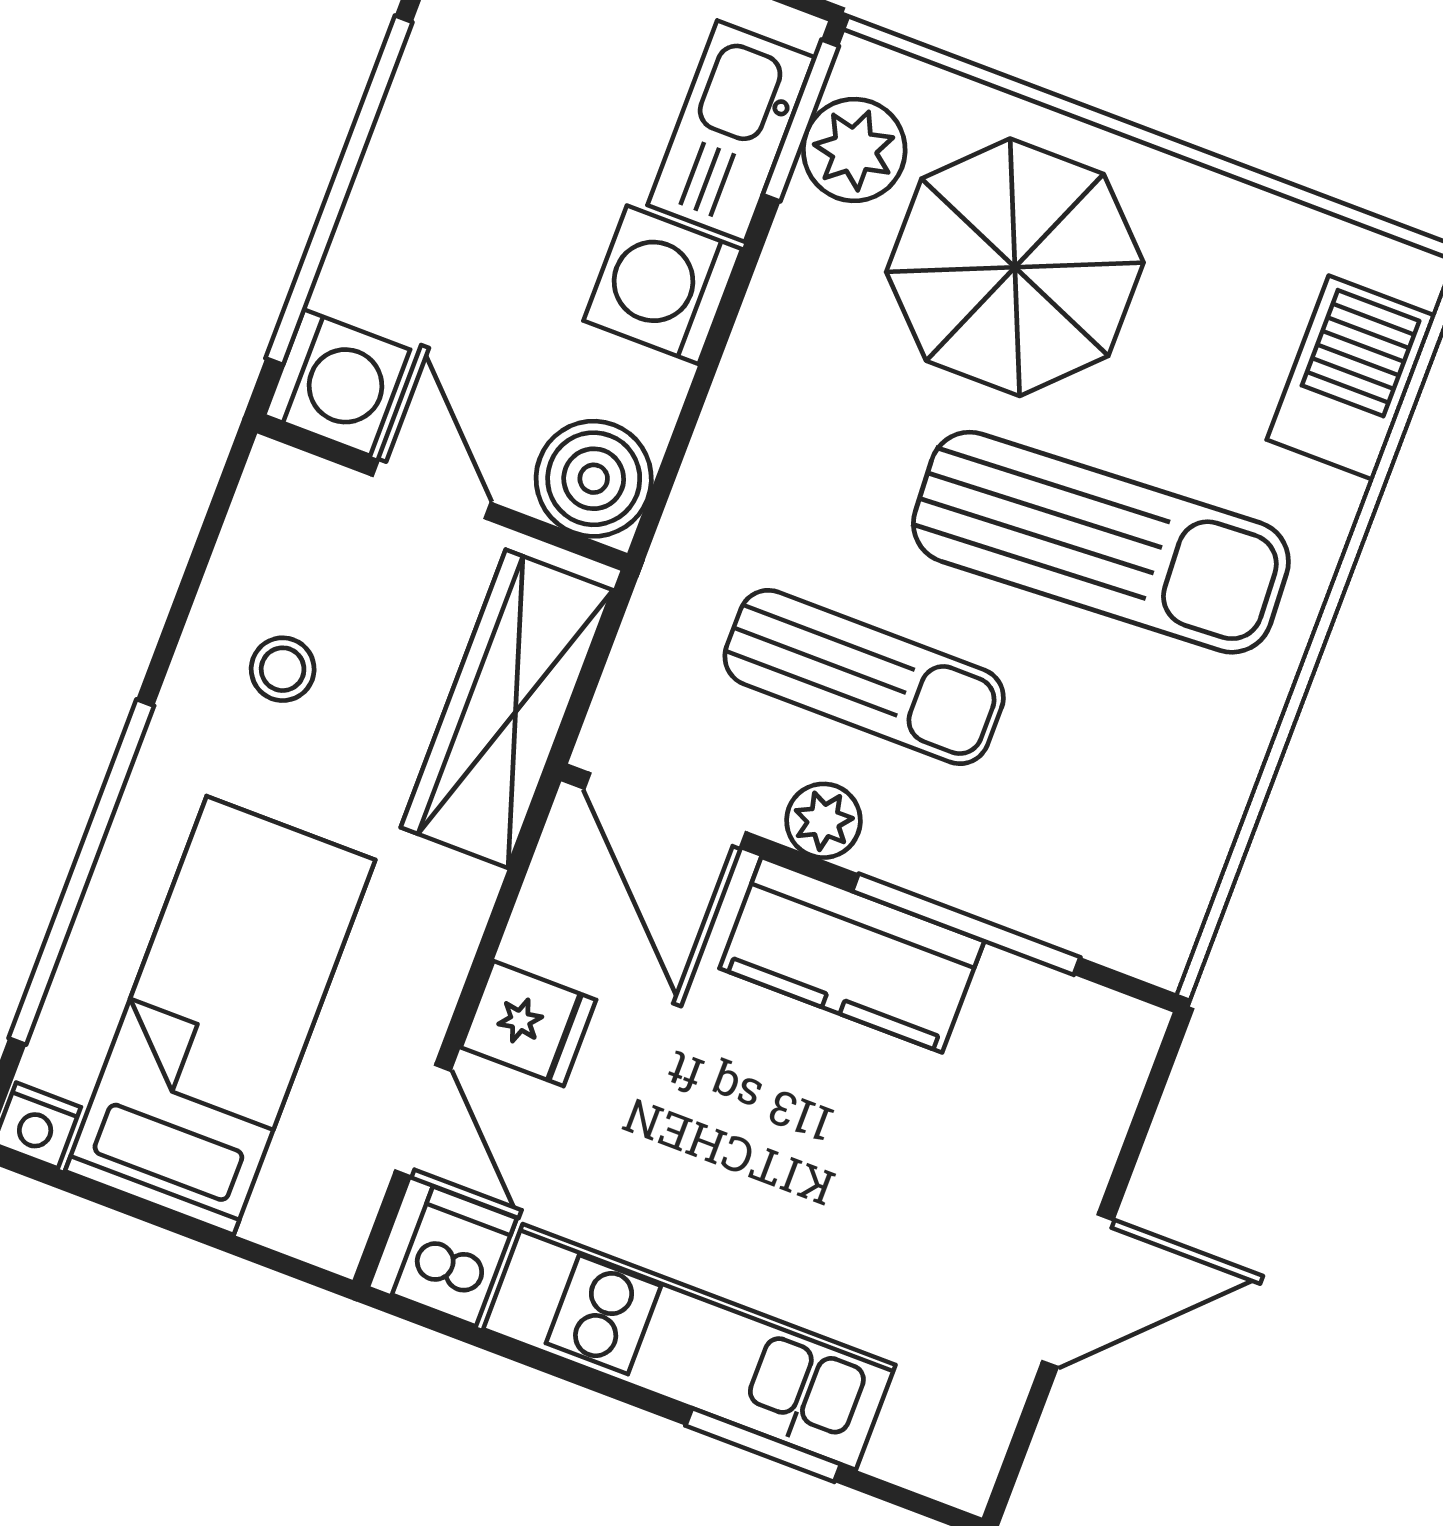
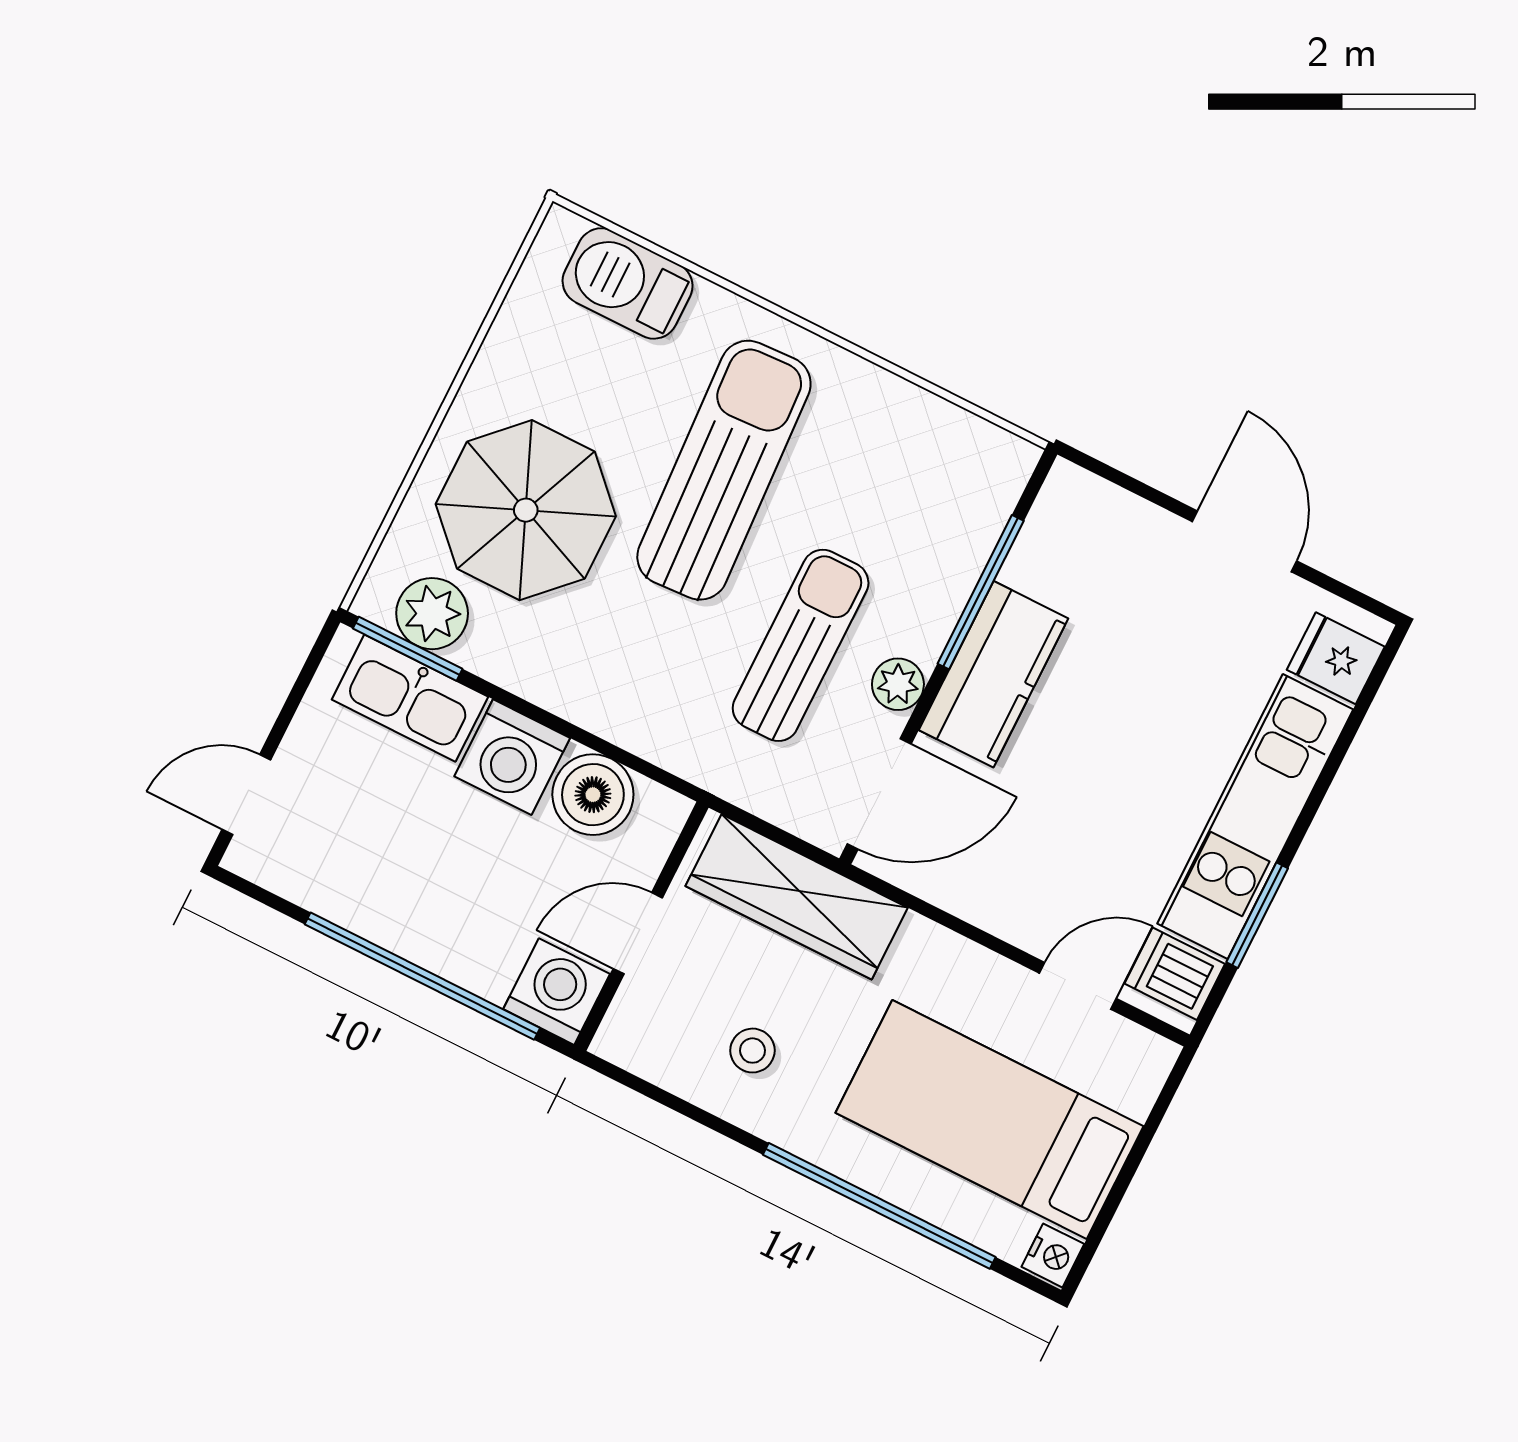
boiler: (594, 479) -> (593, 795), moved
fridge: (528, 1024) -> (1336, 658), moved, turned -90
window: (763, 1445) -> (1257, 915), moved

